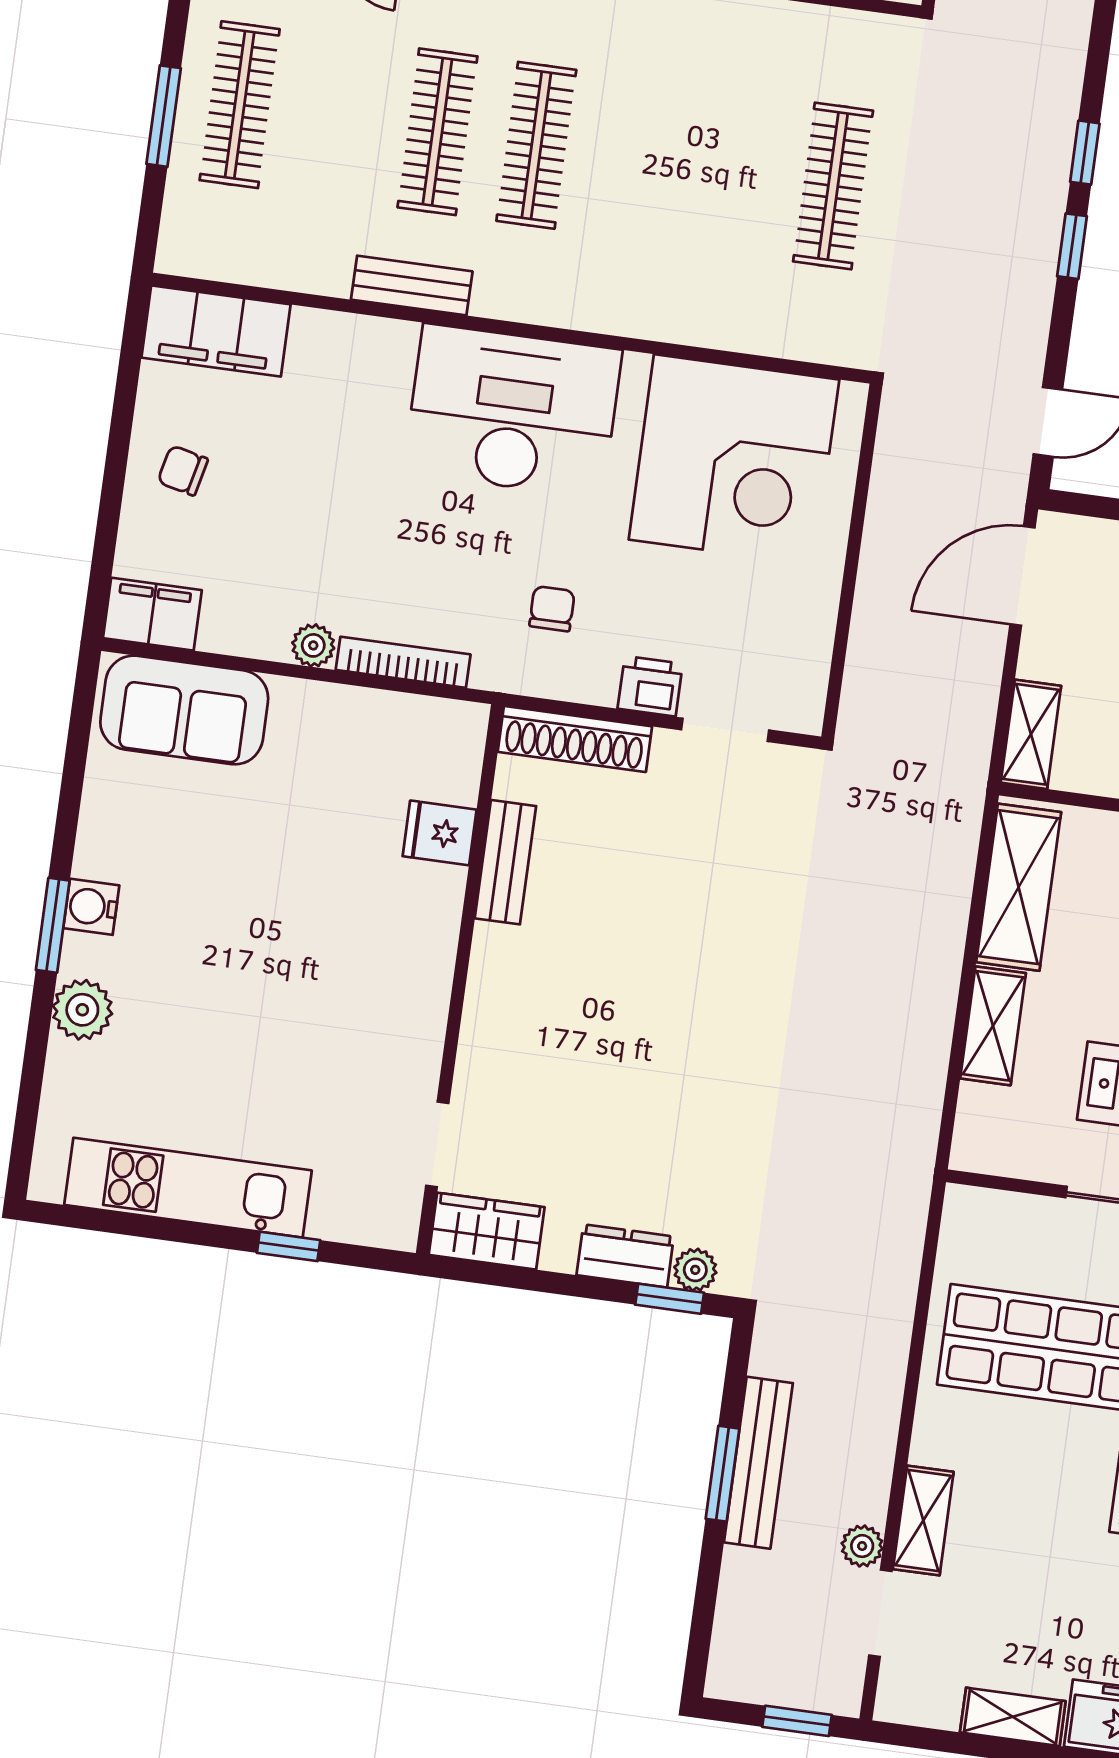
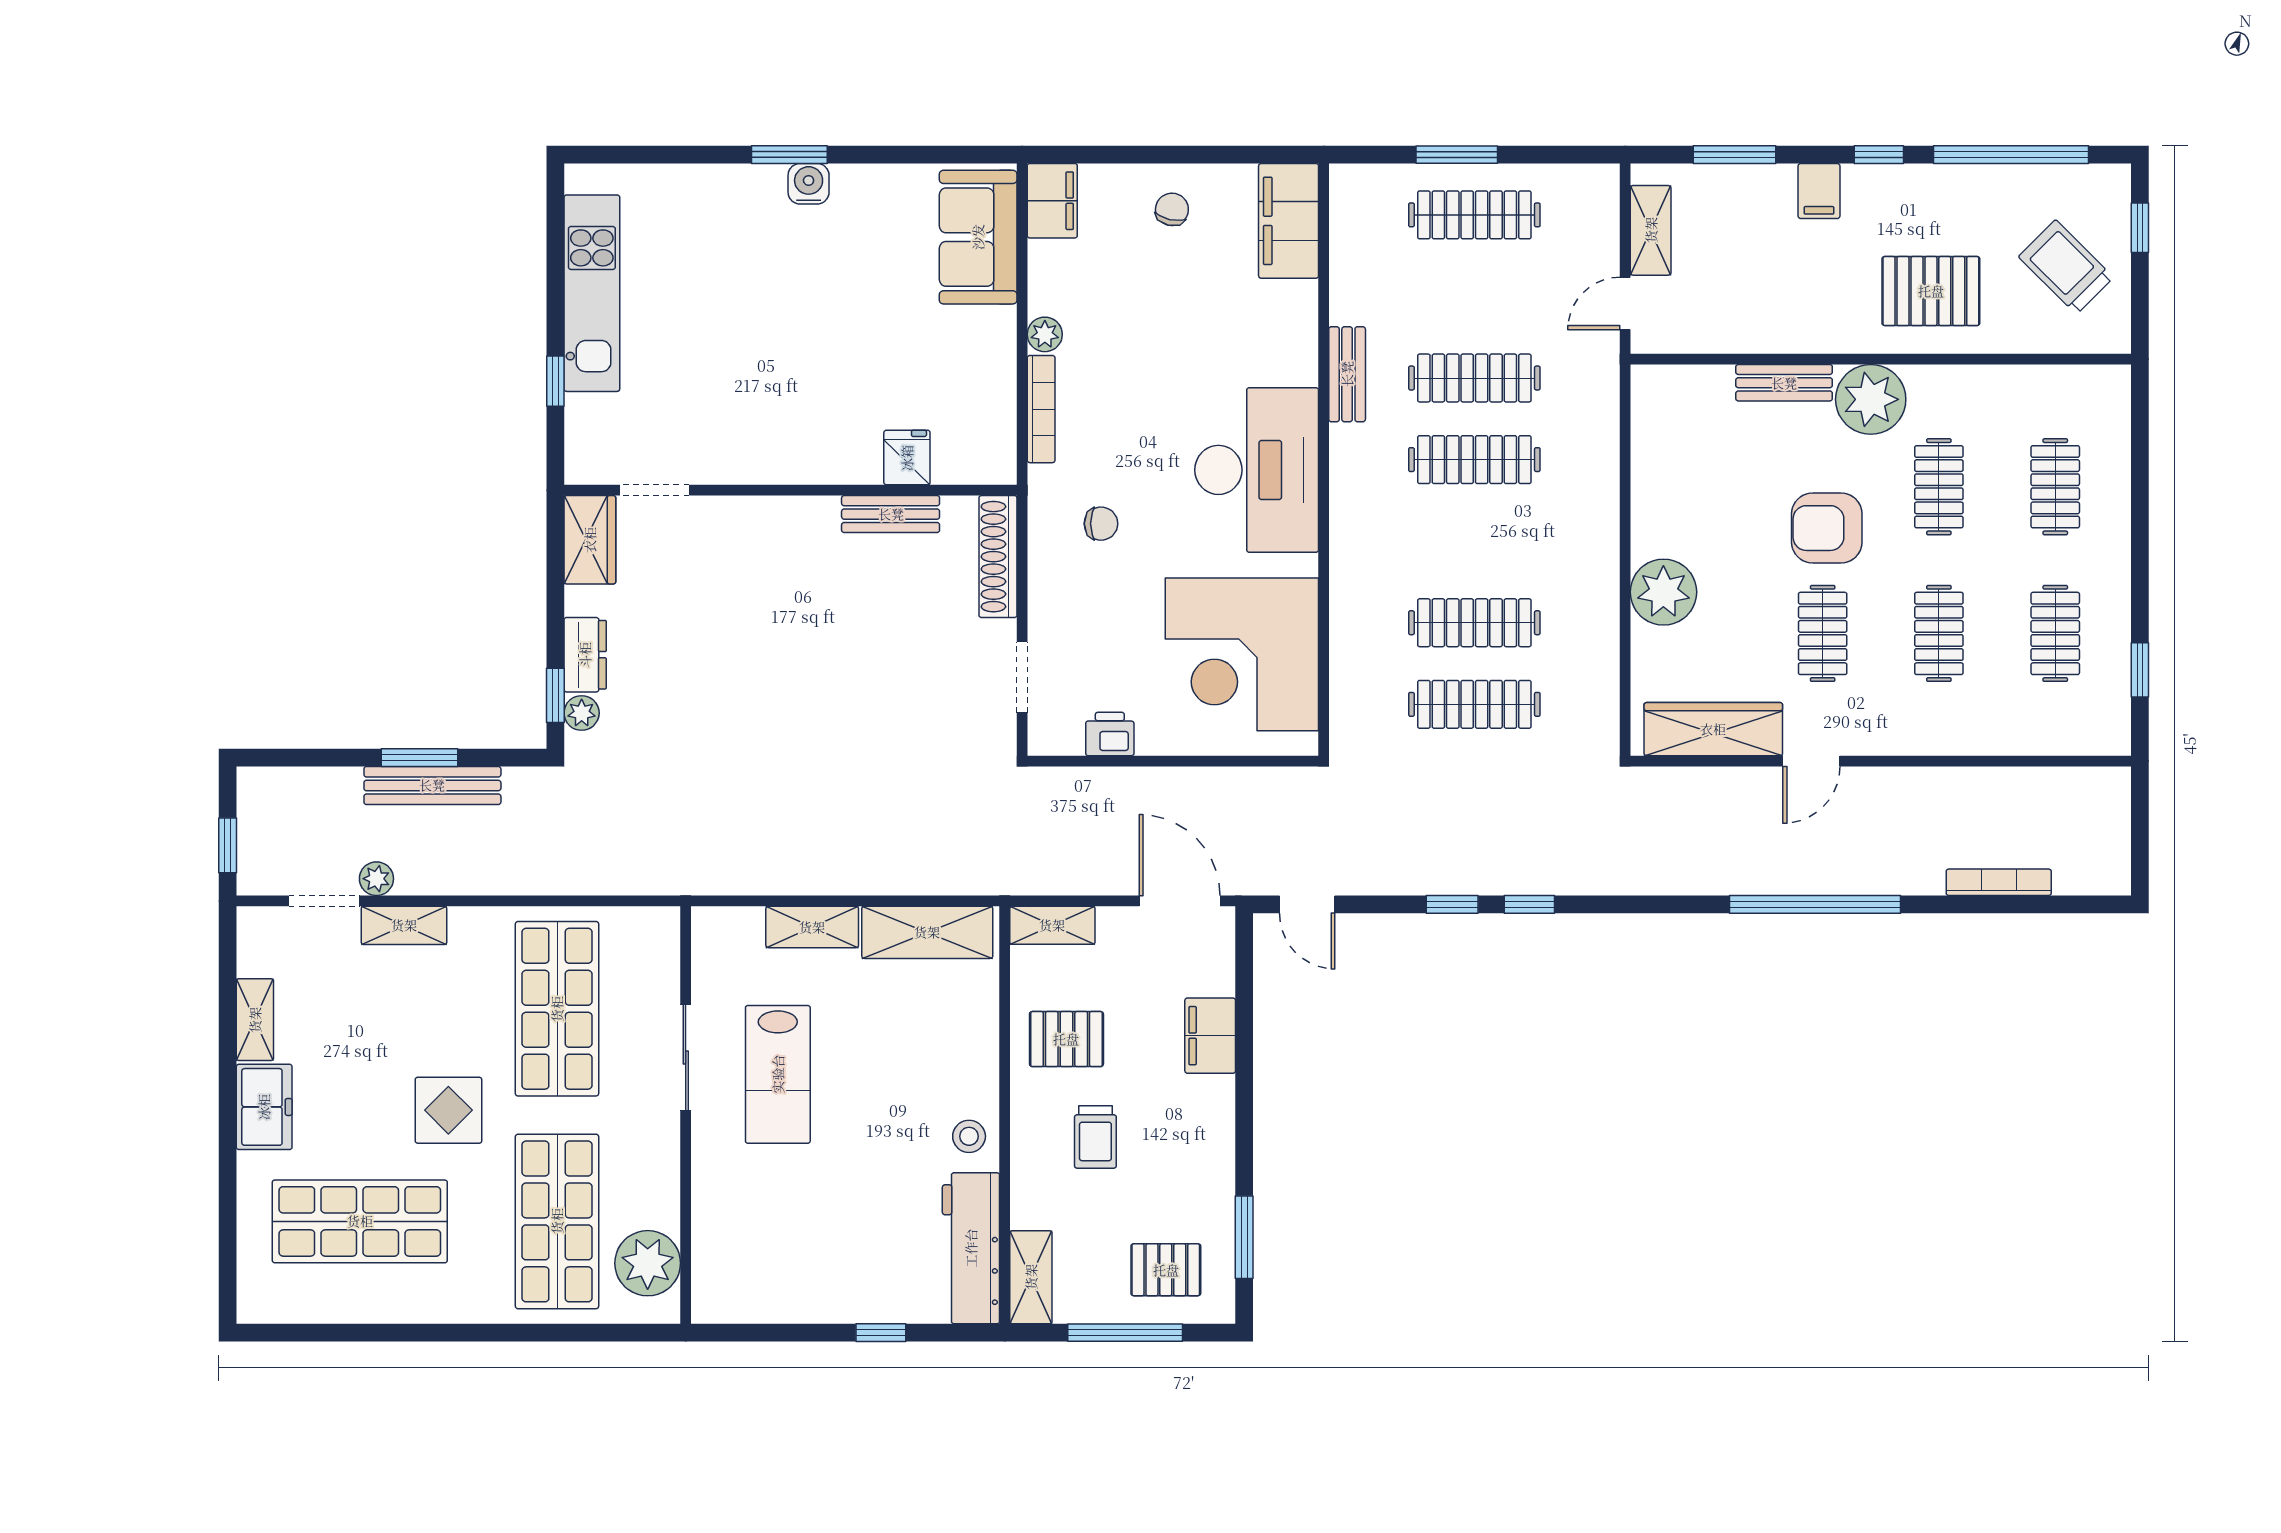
clothes rail: (734, 172) -> (1474, 623), added
printer: (650, 686) -> (1110, 734), moved, turned -90
plant: (82, 1010) -> (724, 188), removed

